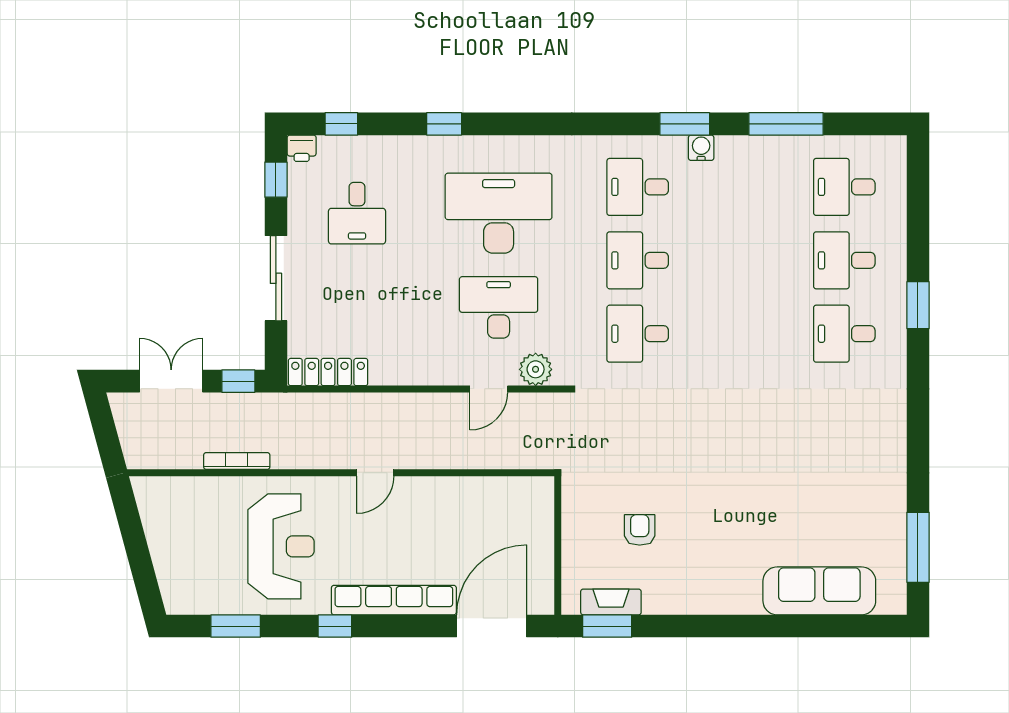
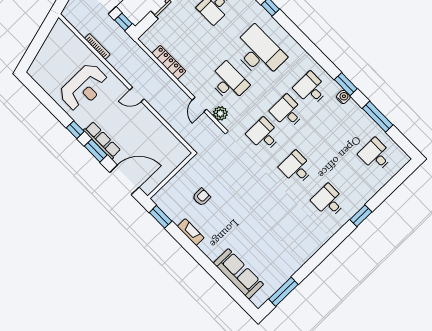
desk: (844, 260) -> (296, 168), moved
locker: (328, 372) -> (169, 62), moved
door: (489, 389) -> (199, 105), hinge flipped
row of seats: (394, 600) -> (102, 140), width x0.73
fireplace: (611, 602) -> (191, 232), moved
window: (236, 626) -> (96, 151), moved

